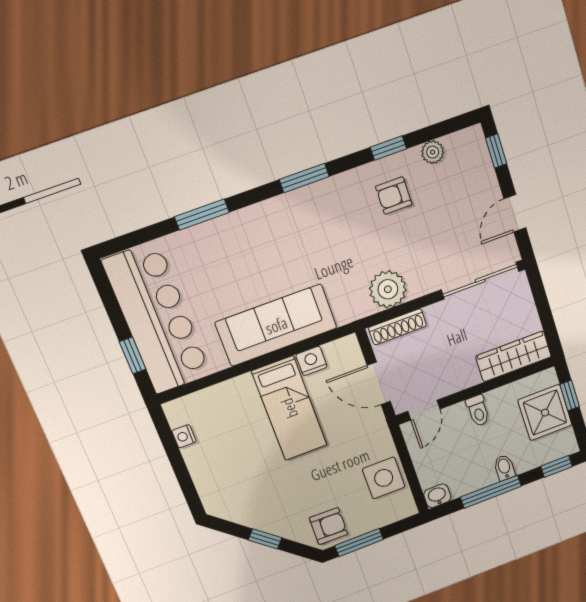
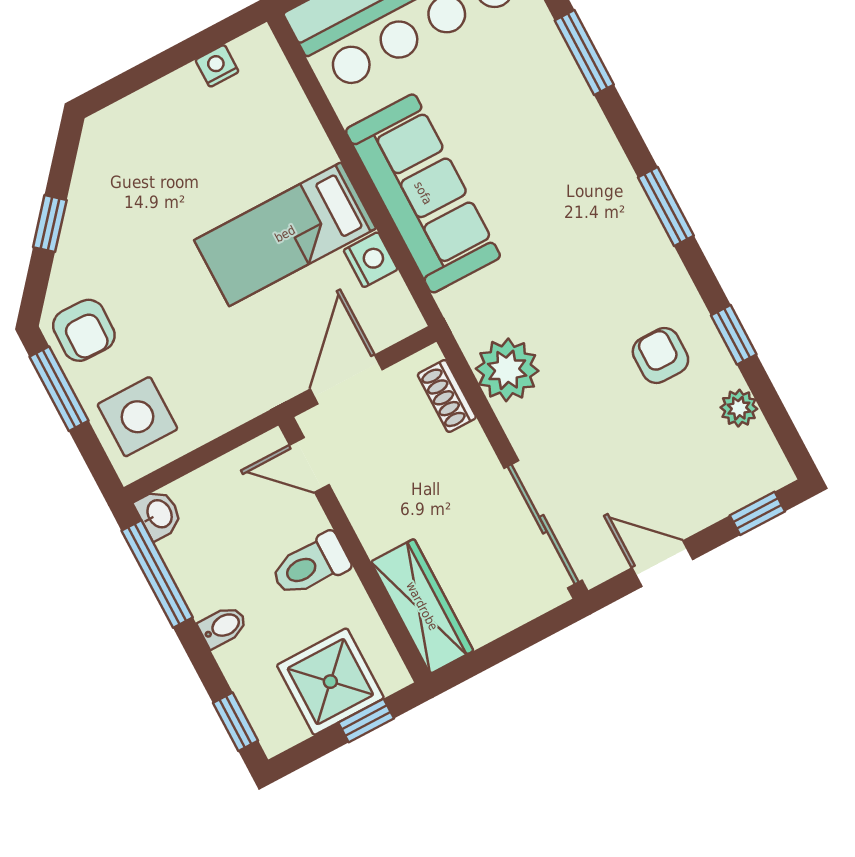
shoe rack: (398, 327) -> (447, 396), width x0.70
toilet: (478, 411) -> (310, 565), width x1.37, depth x1.39
side table: (384, 478) -> (137, 417), moved
window: (491, 492) -> (157, 574), moved

